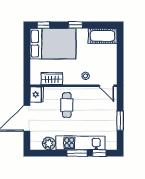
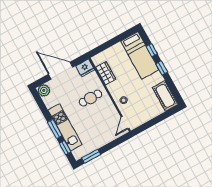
window: (43, 25) -> (152, 50), moved
bed: (53, 44) -> (140, 55), width x0.67
window: (120, 121) -> (91, 156), moved
plant: (49, 143) -> (44, 90), moved

